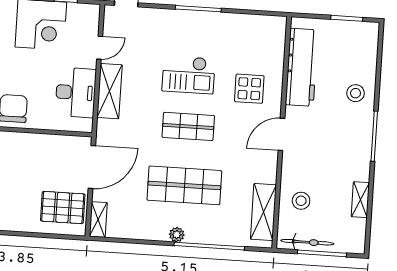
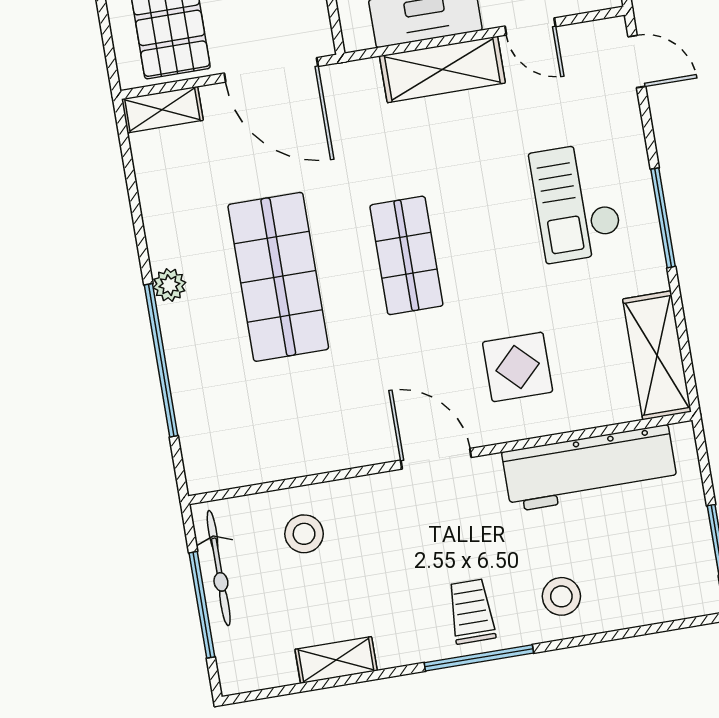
checkout: (189, 75) -> (576, 202), moved
trolley: (353, 135) -> (471, 611), added
shelving: (263, 212) -> (657, 355), moved, turned 90

